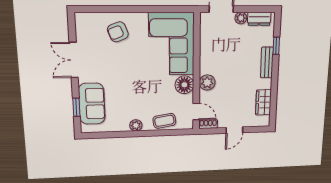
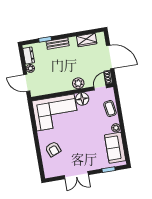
sofa: (92, 104) -> (115, 148), moved, turned -90
door: (234, 130) -> (110, 57), width x1.88

